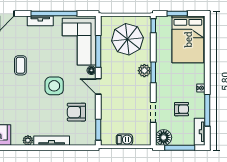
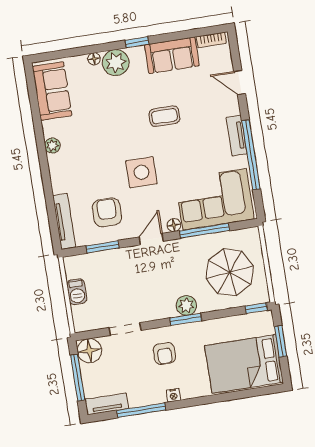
armchair: (182, 109) -> (164, 354), moved
window: (98, 130) -> (103, 247), moved
tv unit: (52, 141) -> (64, 221), moved

